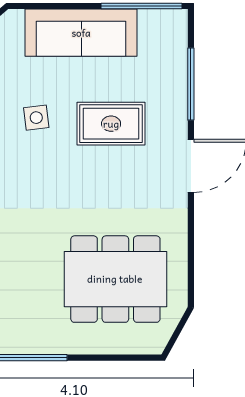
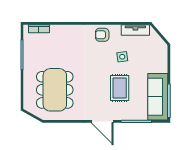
sofa: (81, 33) -> (158, 97), moved

